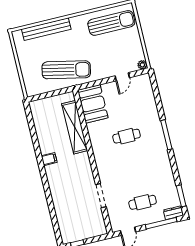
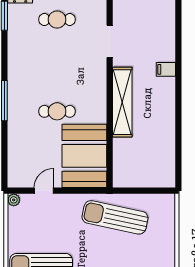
booth: (93, 104) -> (84, 156), width x1.36, depth x1.42
shelving: (75, 127) -> (122, 102), moved
filing cabinet: (49, 159) -> (166, 69), moved

